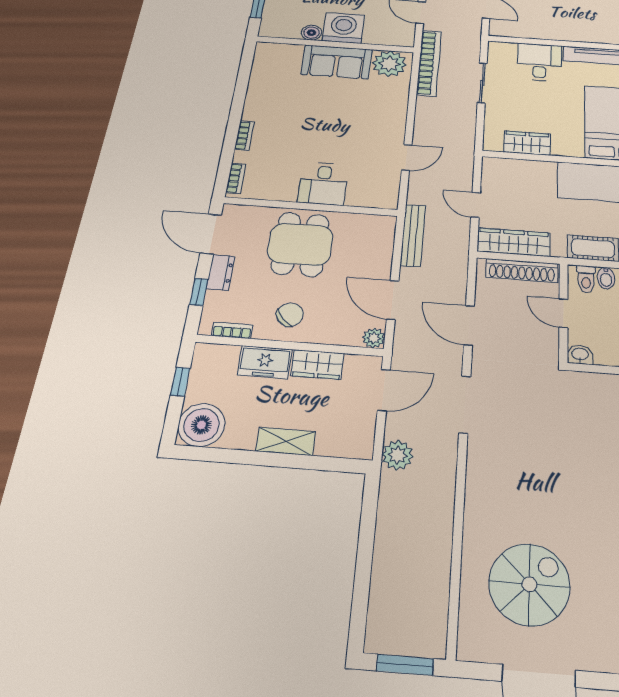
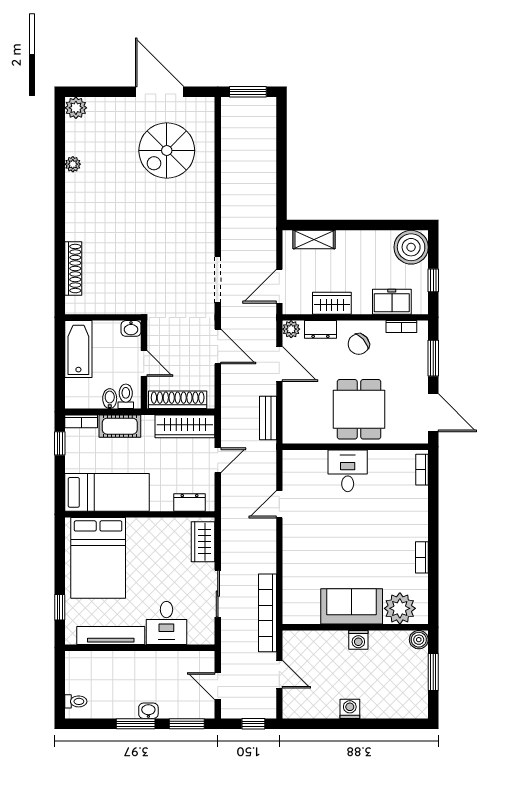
washing machine: (344, 28) -> (358, 640), width x0.53, depth x0.53
boiler: (311, 33) -> (419, 640), moved
plant: (389, 64) -> (400, 608), moved
bookcase: (244, 136) -> (422, 557), moved
wardrobe: (527, 143) -> (203, 542), moved, turned 90
dresser: (511, 167) -> (190, 502), added
door: (476, 205) -> (218, 460), hinge flipped
bench: (413, 235) -> (268, 418), width x0.73
dresser: (221, 272) -> (320, 329), moved, turned -90
window: (199, 292) -> (433, 358), width x1.50
freezer: (265, 362) -> (392, 302), moved
shelving: (286, 441) -> (314, 240), moved
plant: (398, 455) -> (265, 236), removed

